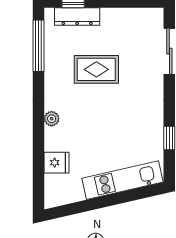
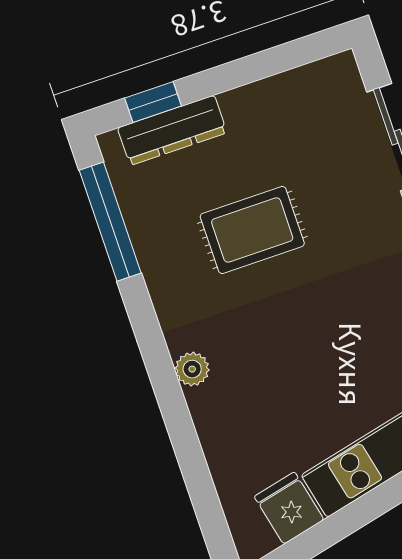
fridge: (57, 163) -> (289, 508), moved, turned -103

